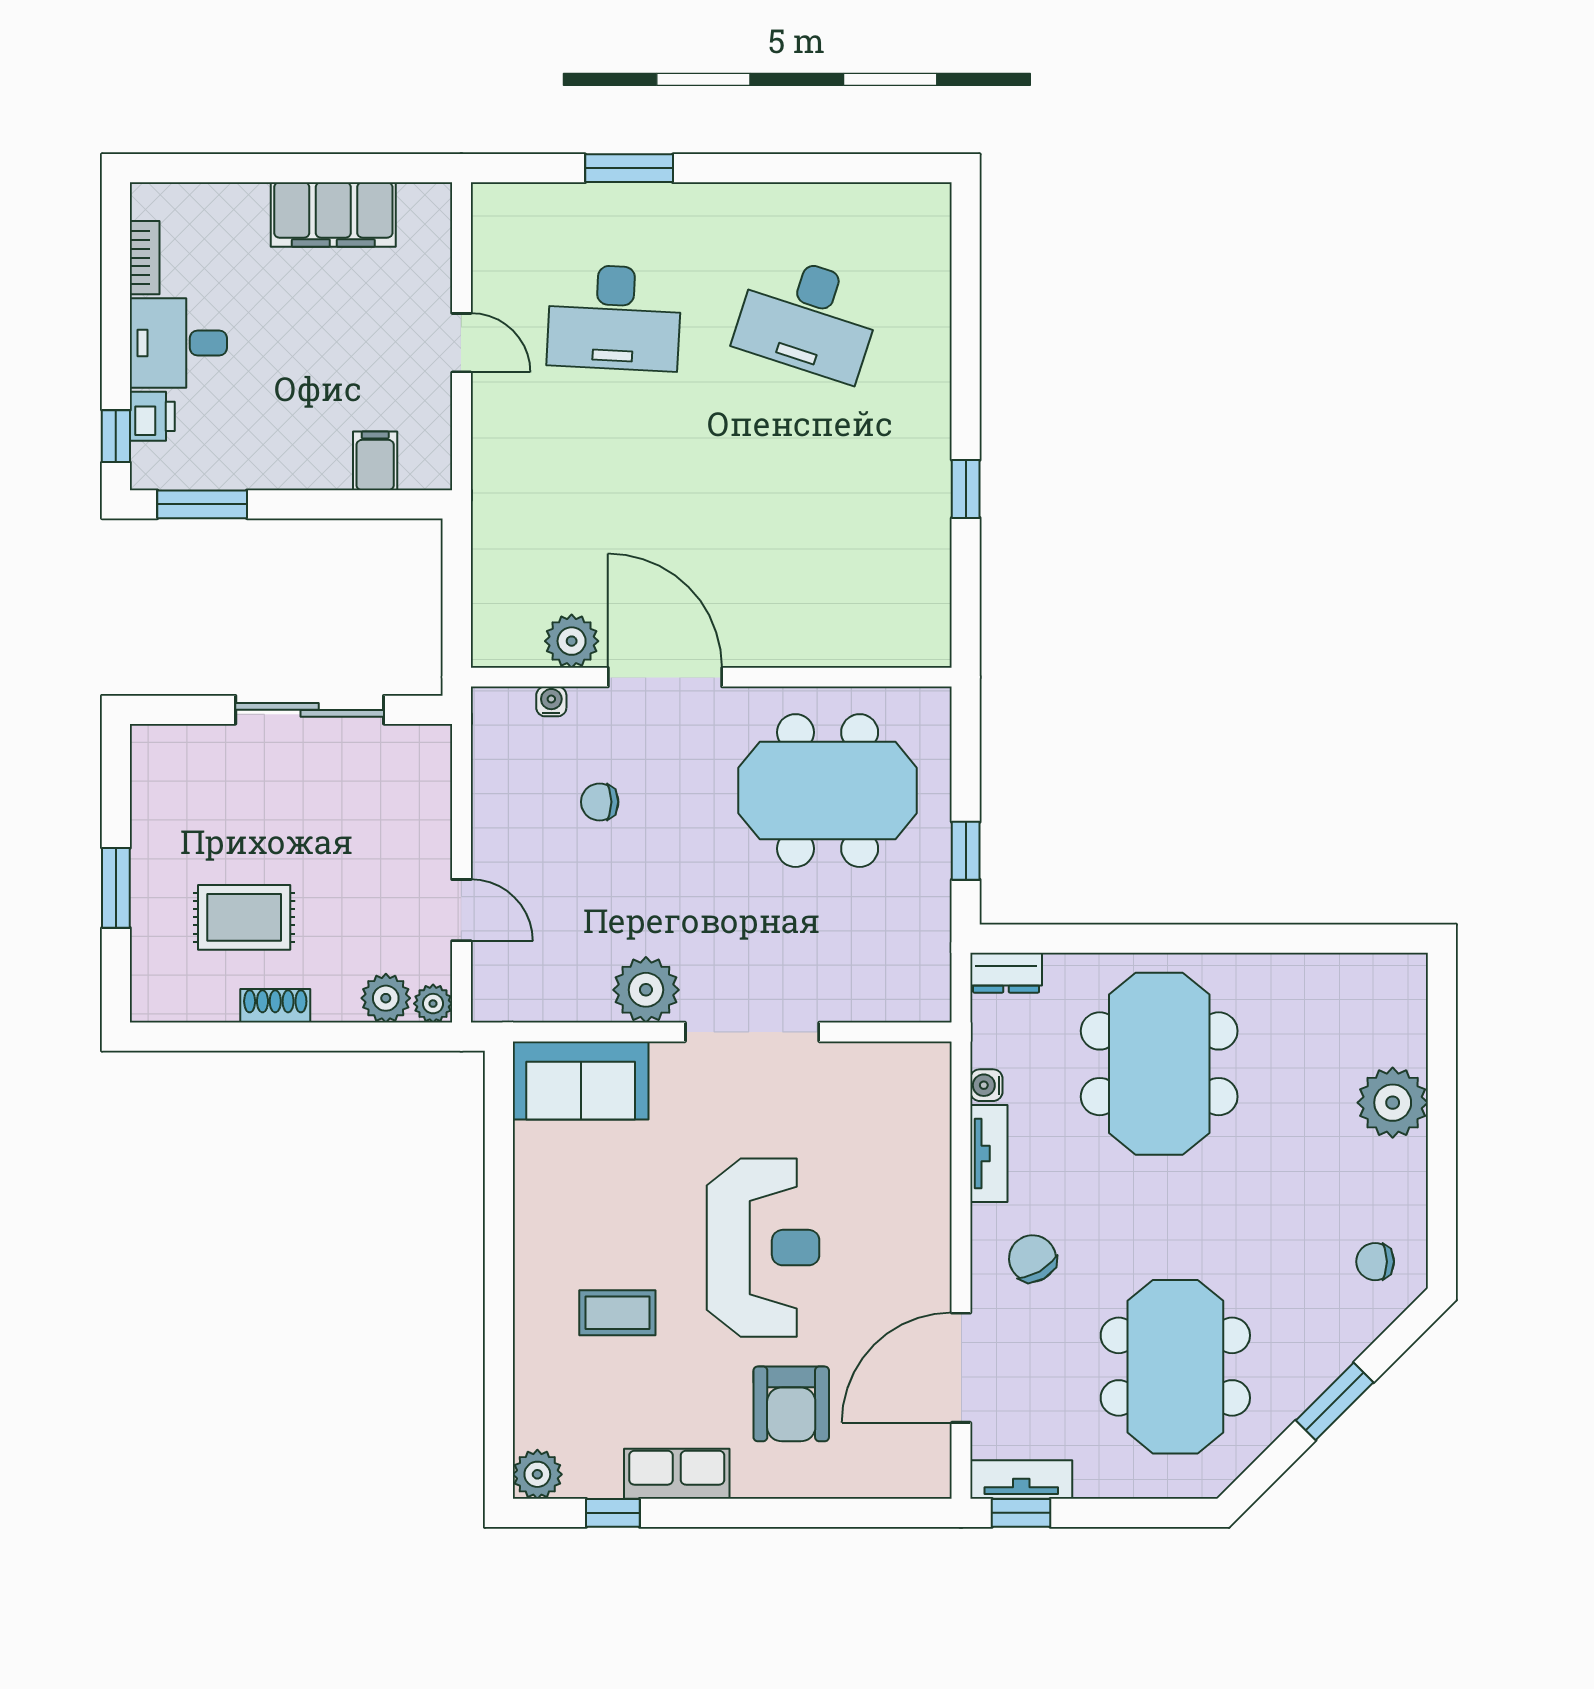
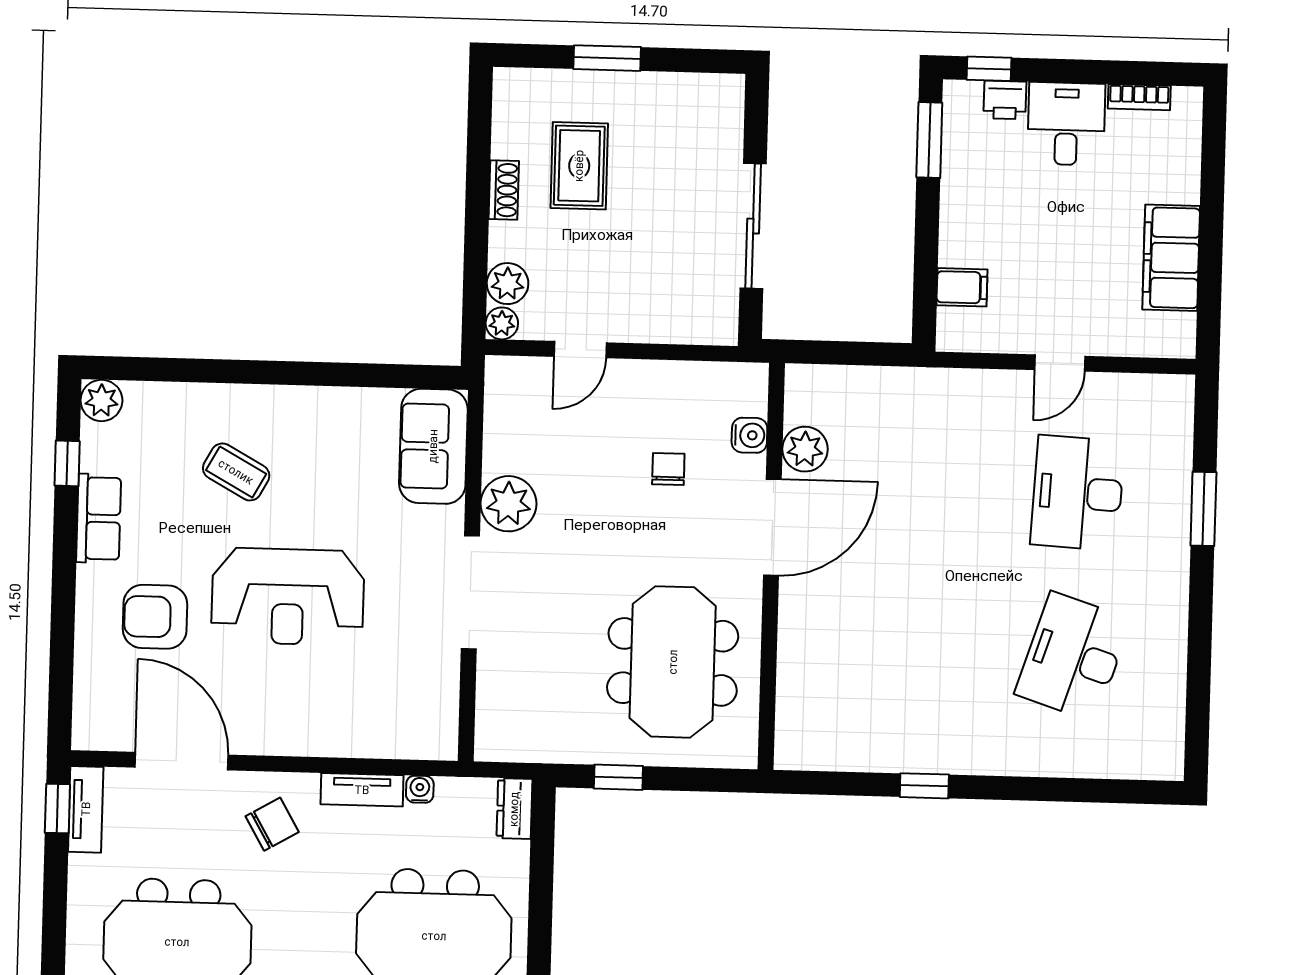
water cooler: (551, 701) -> (749, 435), width x1.38, depth x1.38
coffee table: (617, 1313) -> (236, 472), turned -61

